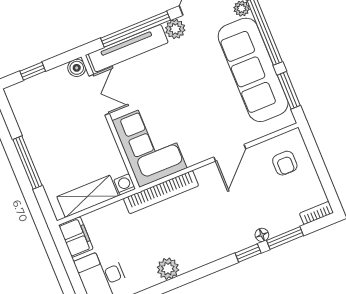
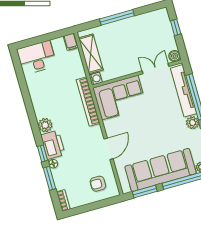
double door: (99, 95) -> (156, 69), swing flipped
door: (230, 153) -> (109, 149), swing flipped
filing cabinet: (76, 237) -> (71, 42), width x0.50
printer: (233, 239) -> (53, 145), added
plant: (168, 269) -> (45, 125), moved

